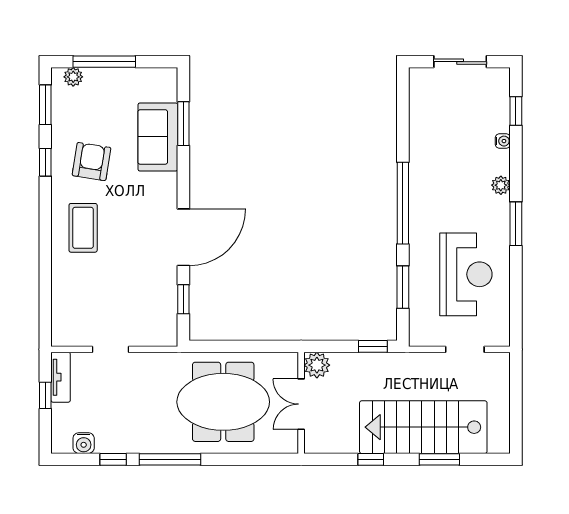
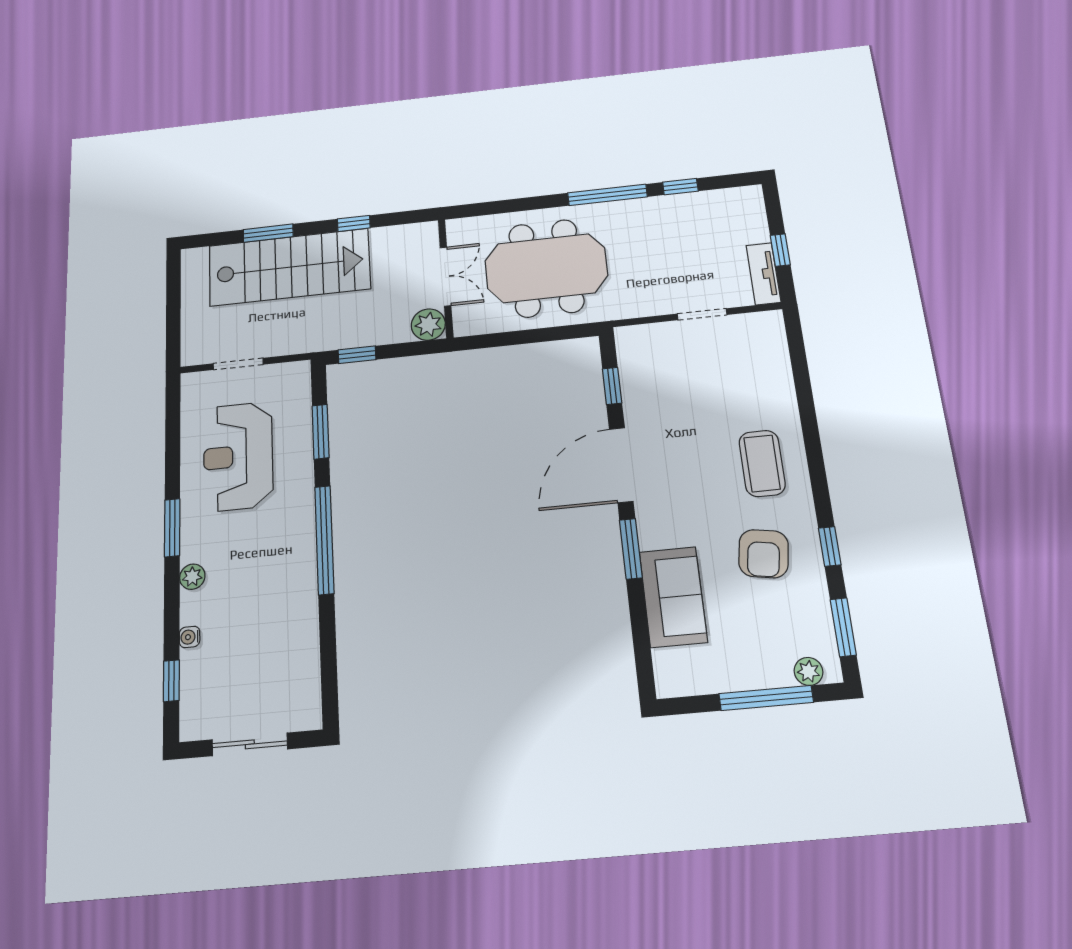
window: (183, 124) -> (631, 549), moved
water cooler: (84, 443) -> (721, 201), removed

